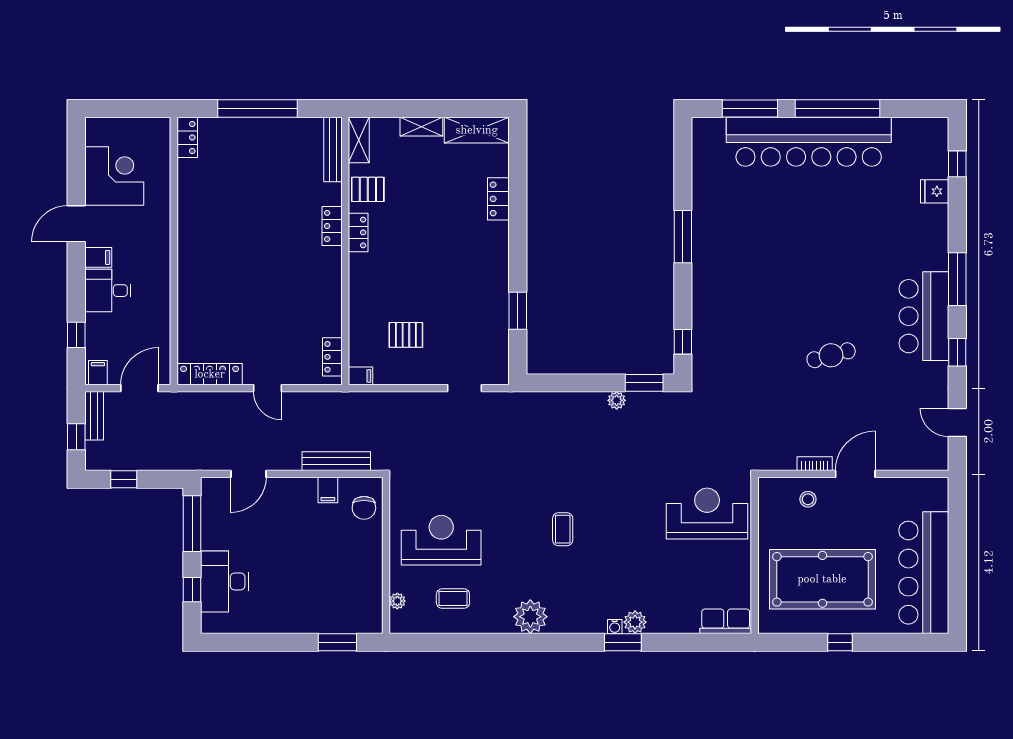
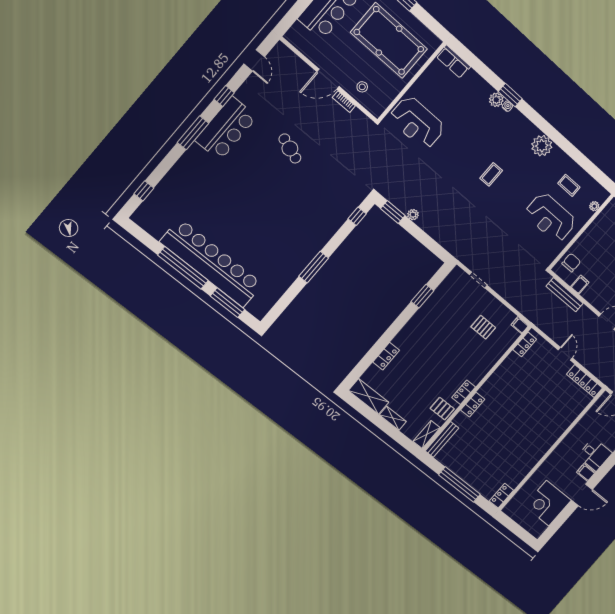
fridge: (935, 191) -> (167, 187), removed
cafe table: (831, 355) -> (290, 149), turned 35

